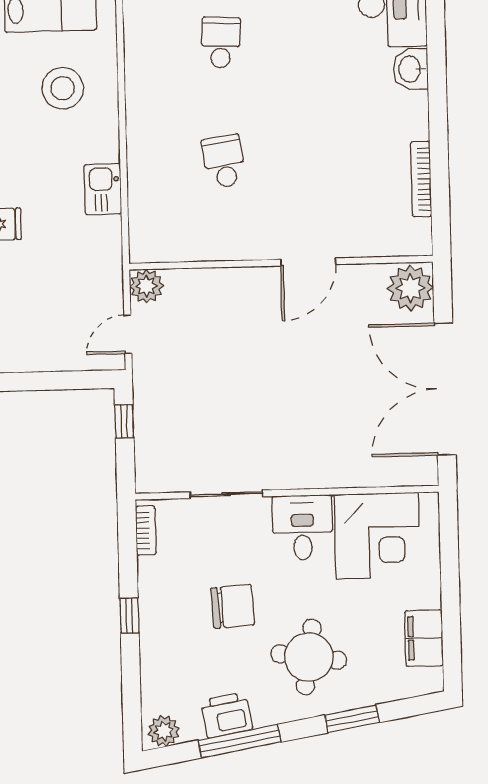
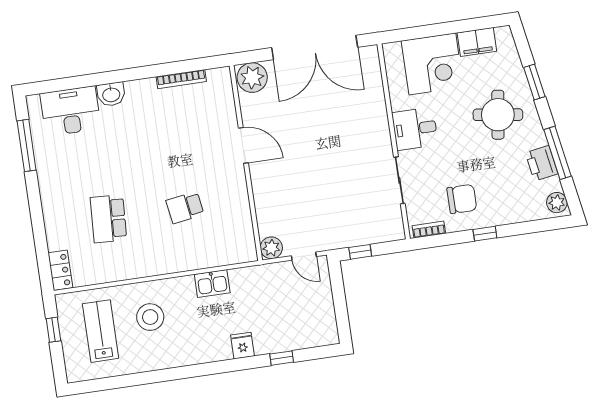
school desk: (221, 42) -> (108, 219), width x1.85
corner desk: (377, 536) -> (432, 64), moved, turned 90
chair: (233, 606) -> (462, 199), moved, turned 94

